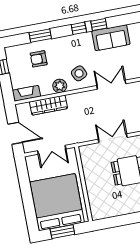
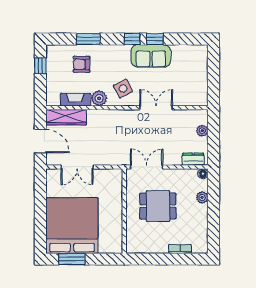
sofa: (111, 38) -> (151, 56), moved
fireplace: (26, 93) -> (75, 100), moved
wardrobe: (49, 105) -> (66, 117), moved
wall: (83, 184) -> (124, 211), moved

